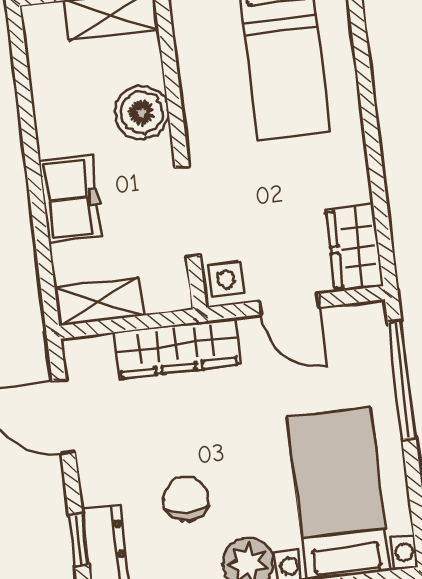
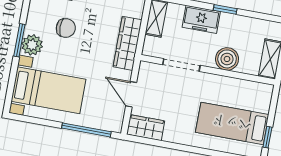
window: (31, 152) -> (225, 9), added
side table: (226, 279) -> (149, 72), removed
door: (289, 304) -> (131, 94), hinge flipped

